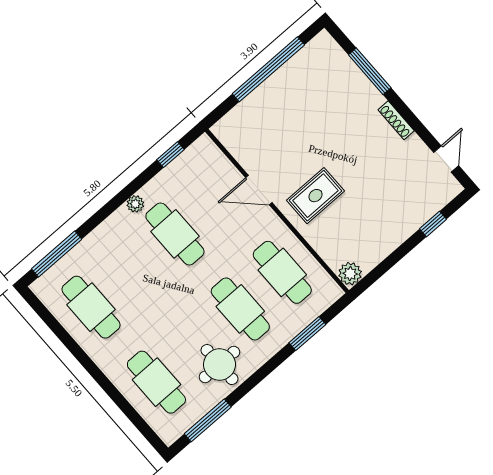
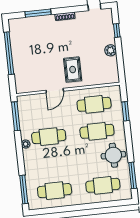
window: (170, 155) -> (16, 116), width x2.17
plant: (350, 274) -> (111, 50), moved

